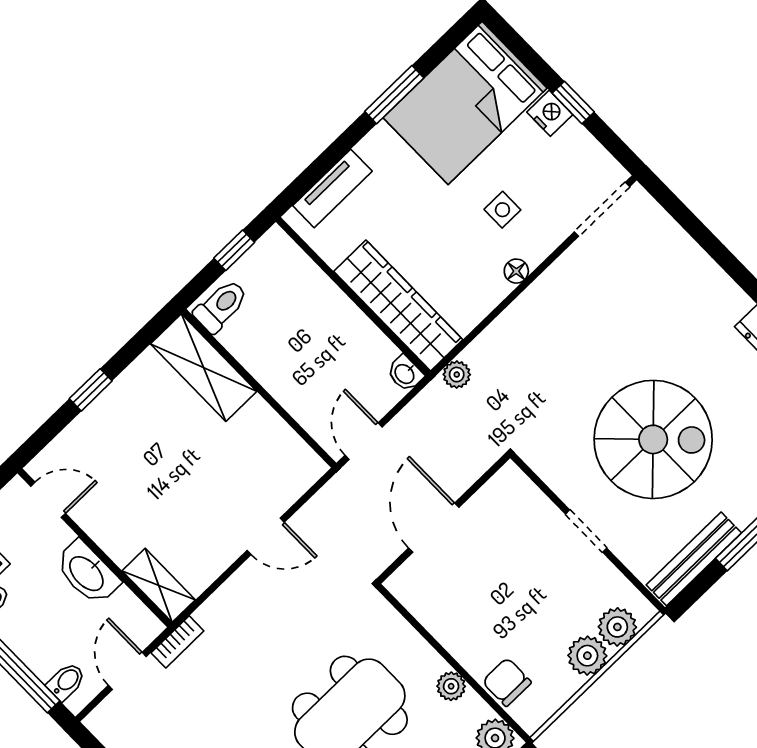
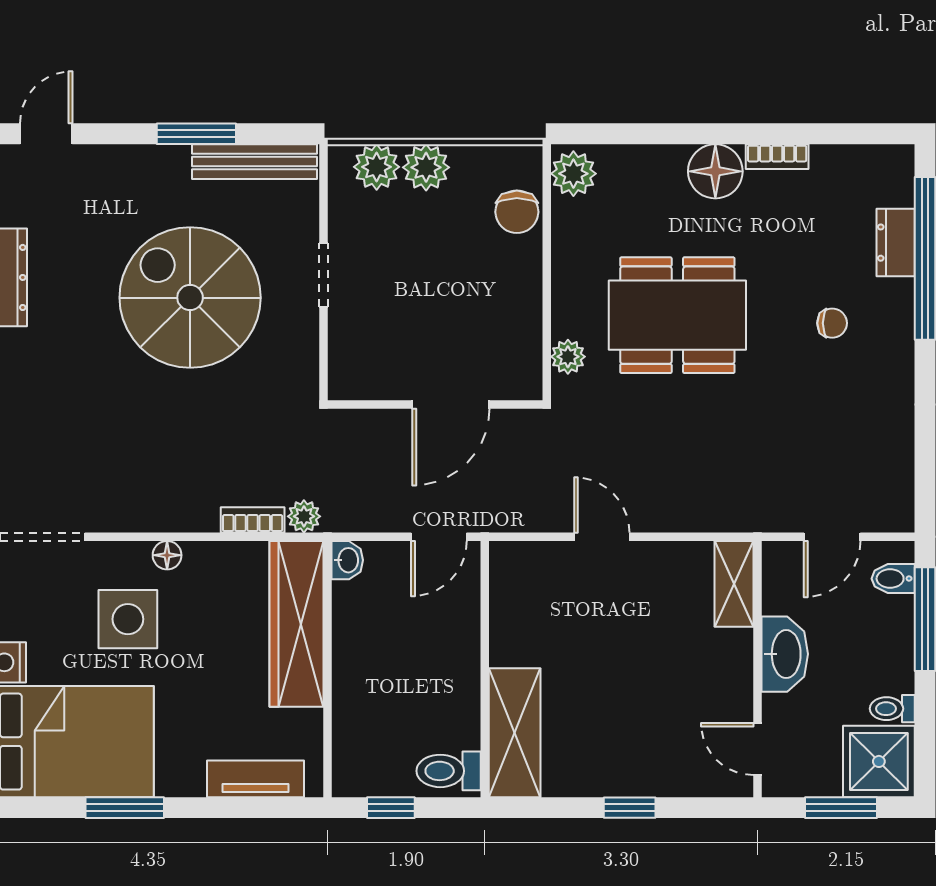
side table: (502, 210) -> (128, 619), width x1.87, depth x1.87
bookcase: (177, 642) -> (253, 520), moved
plant: (451, 686) -> (568, 357), moved

